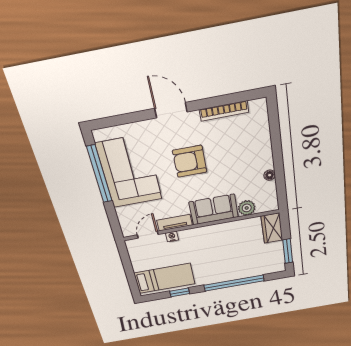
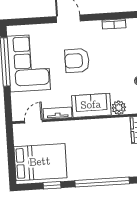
bookcase: (224, 111) -> (114, 24), width x0.64
nightstand: (172, 237) -> (53, 126), removed
bed: (165, 278) -> (40, 162), width x1.50

